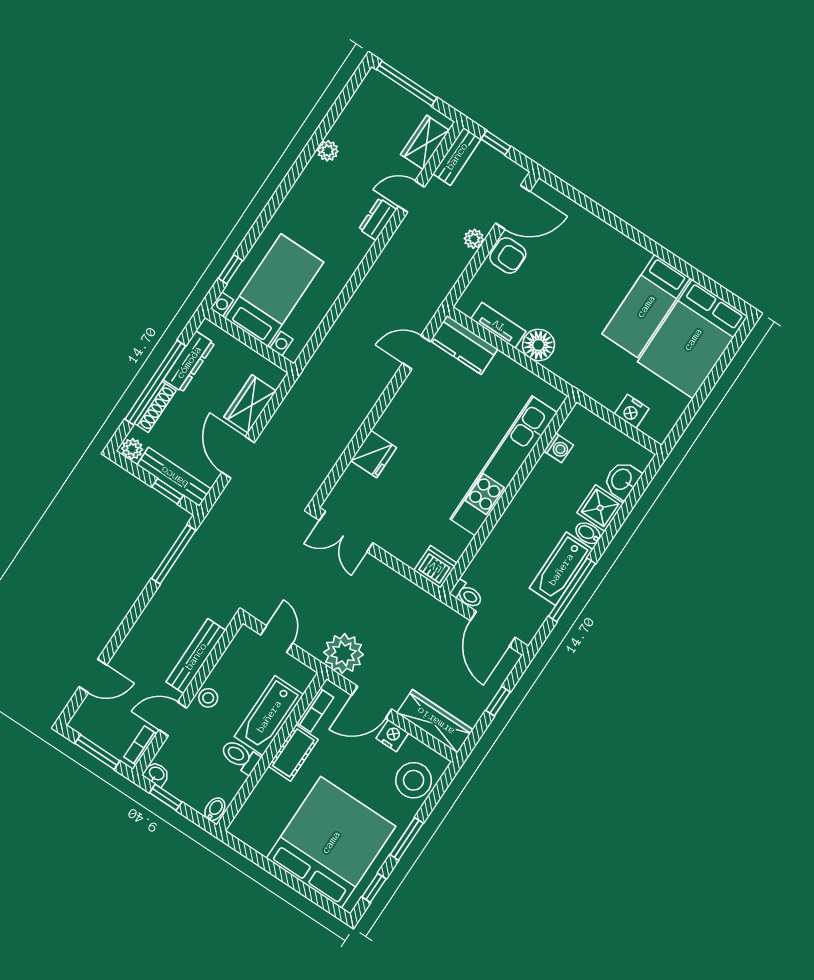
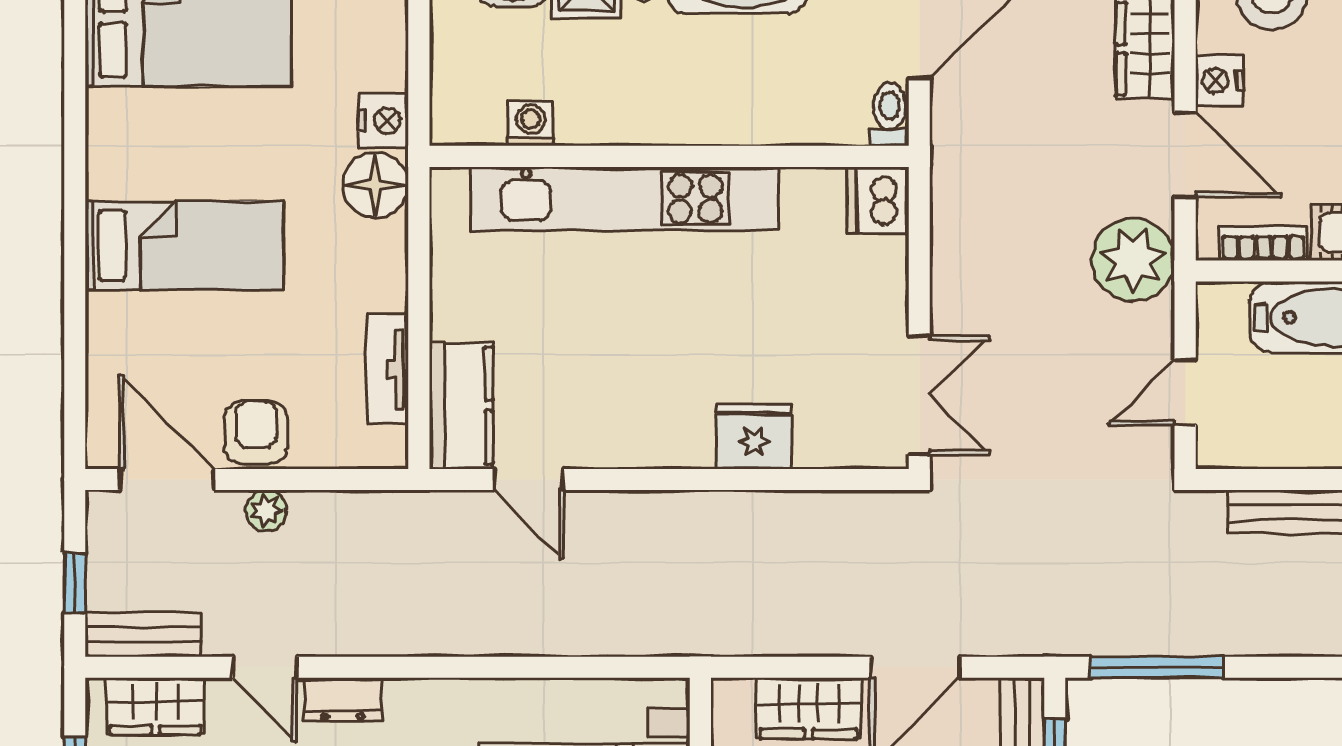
bed: (646, 306) -> (184, 246), moved
floor lamp: (539, 345) -> (376, 185), moved
nightstand: (632, 411) -> (383, 121), moved

